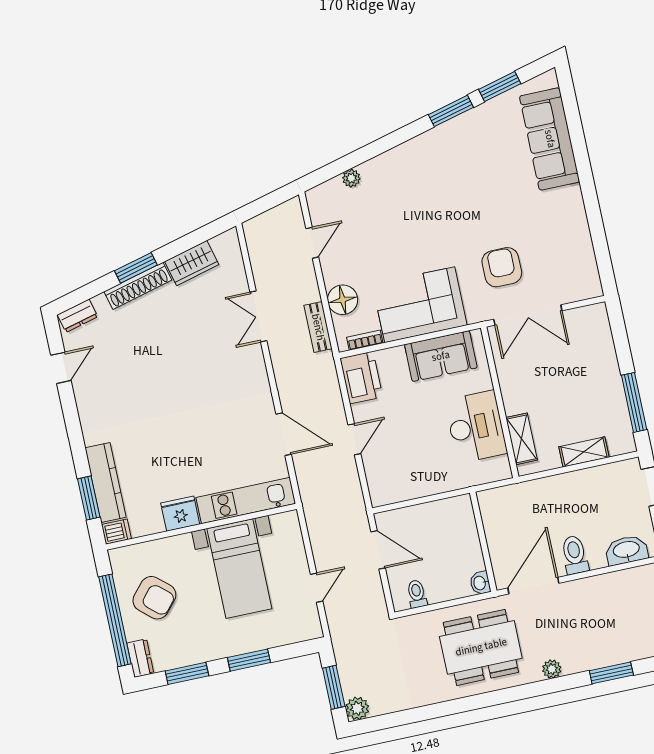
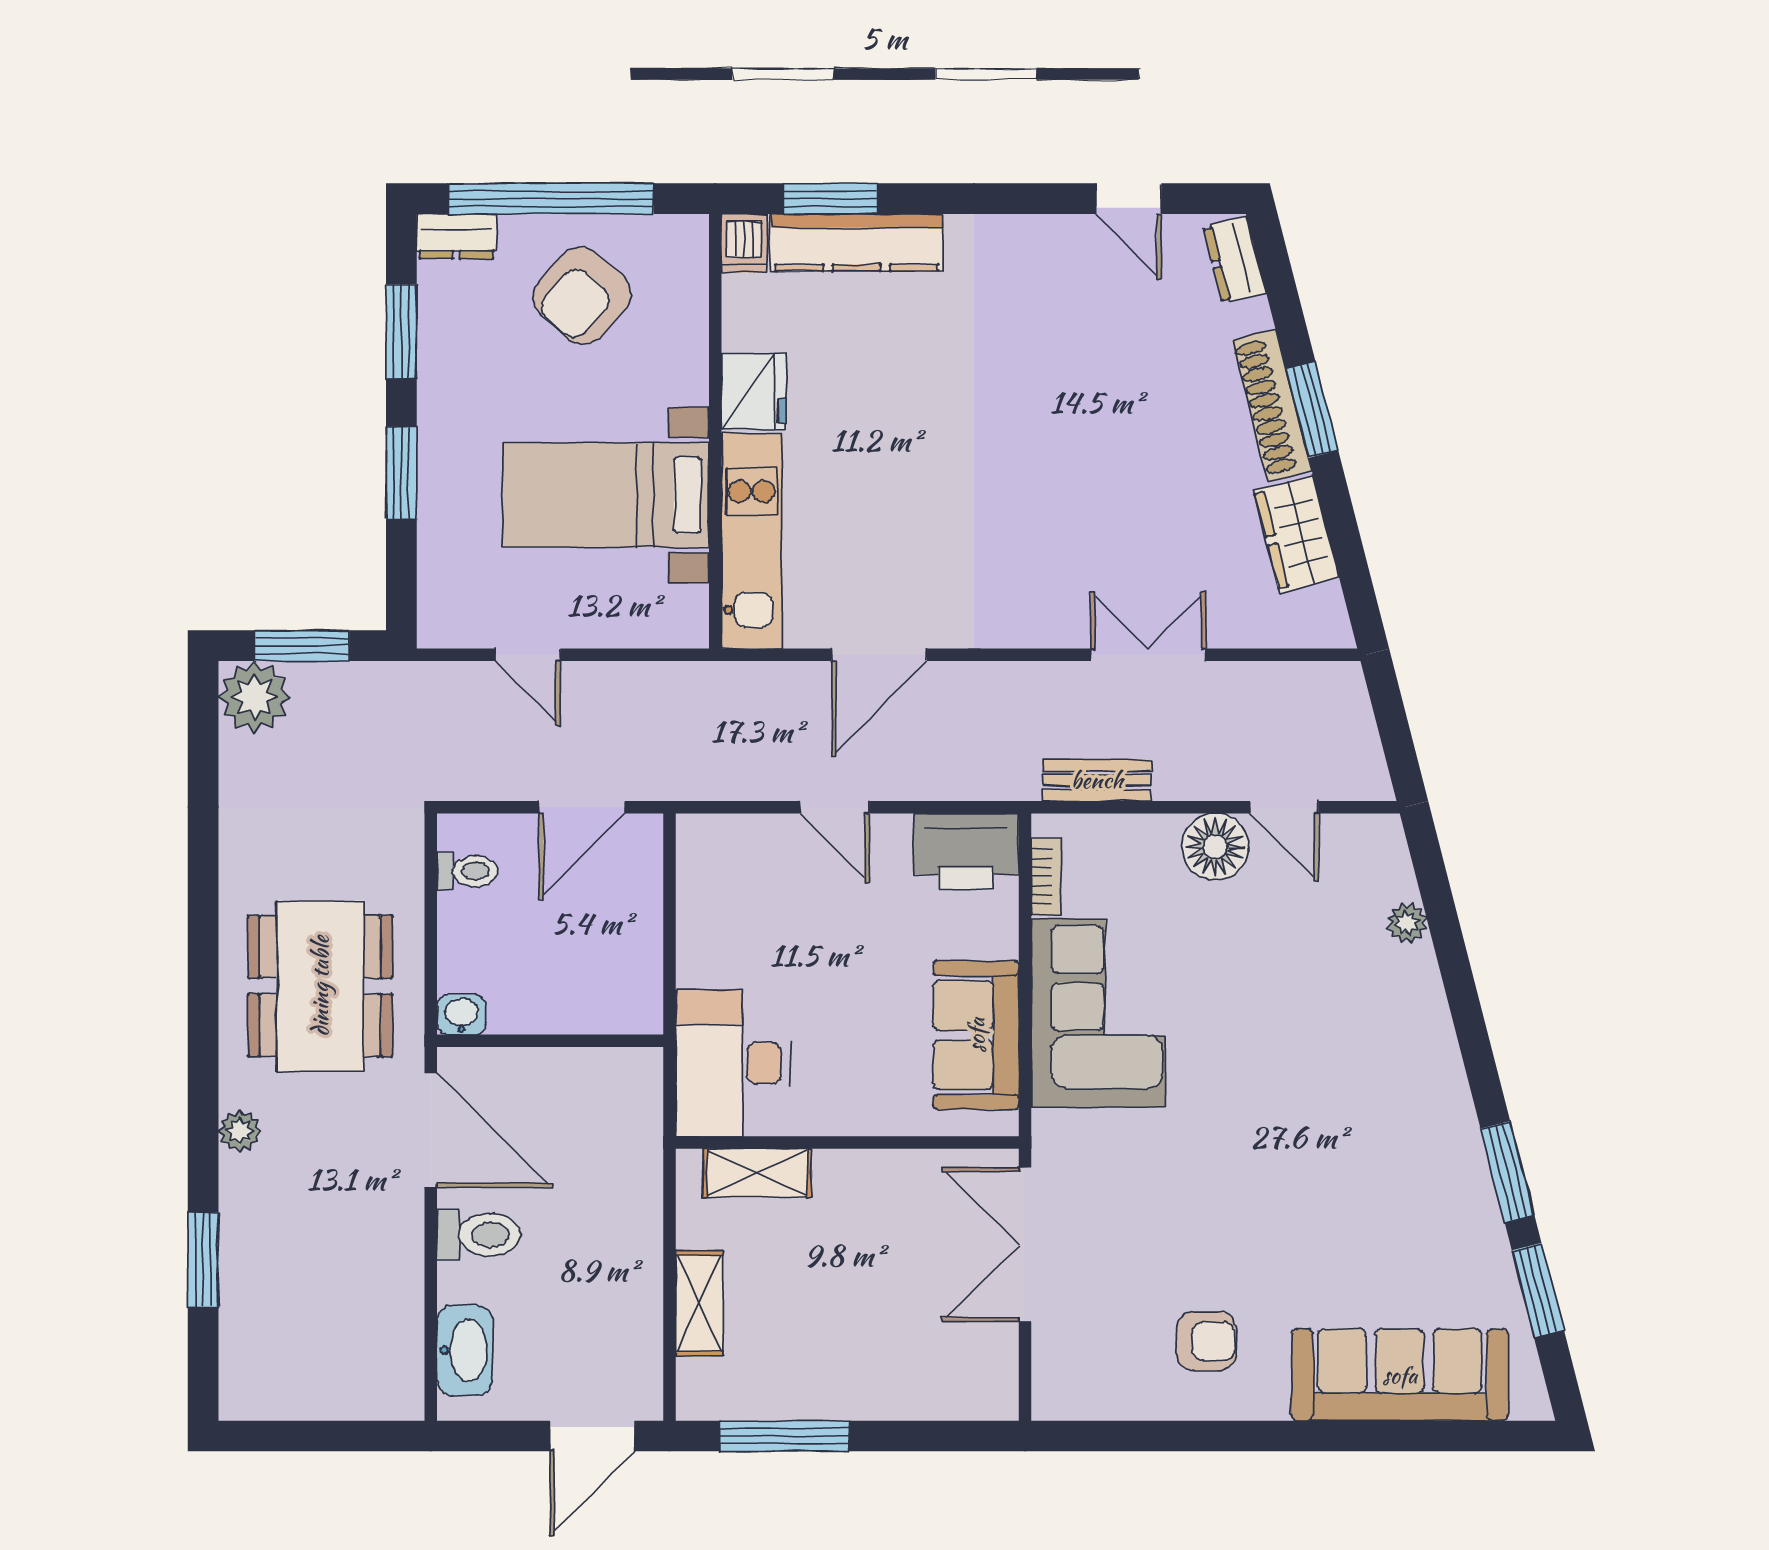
armchair: (502, 267) -> (1206, 1341), moved, width x0.72, depth x0.72
floor lamp: (343, 300) -> (1215, 847), moved
desk: (476, 427) -> (733, 1063), moved, turned 90
plant: (357, 708) -> (254, 697), width x1.36, depth x1.36

